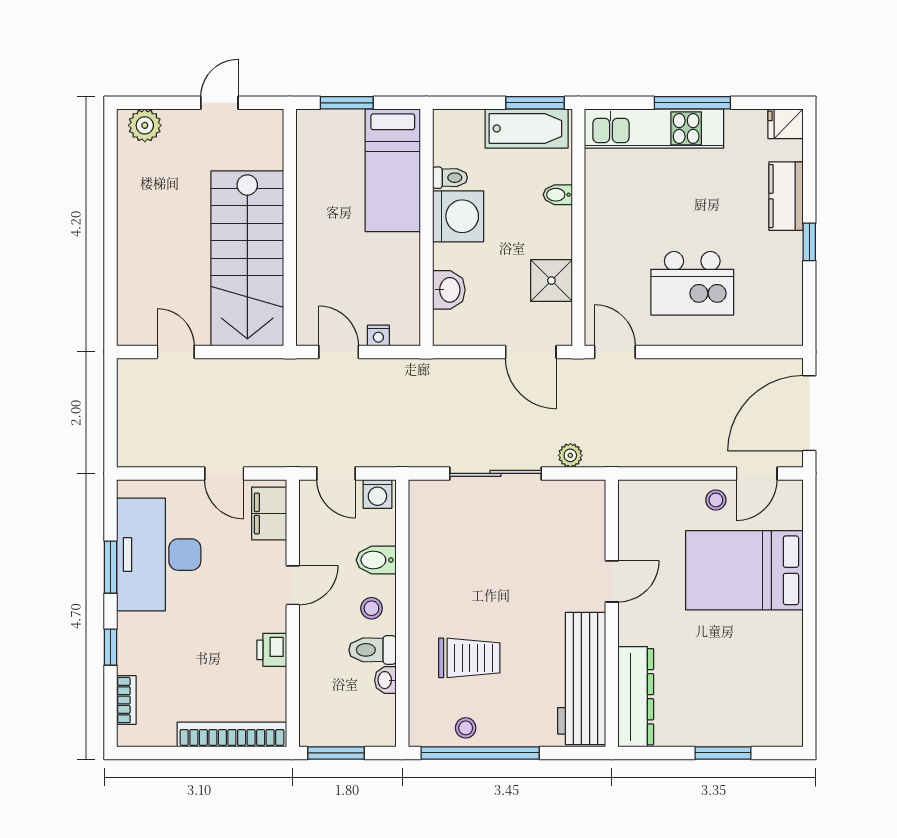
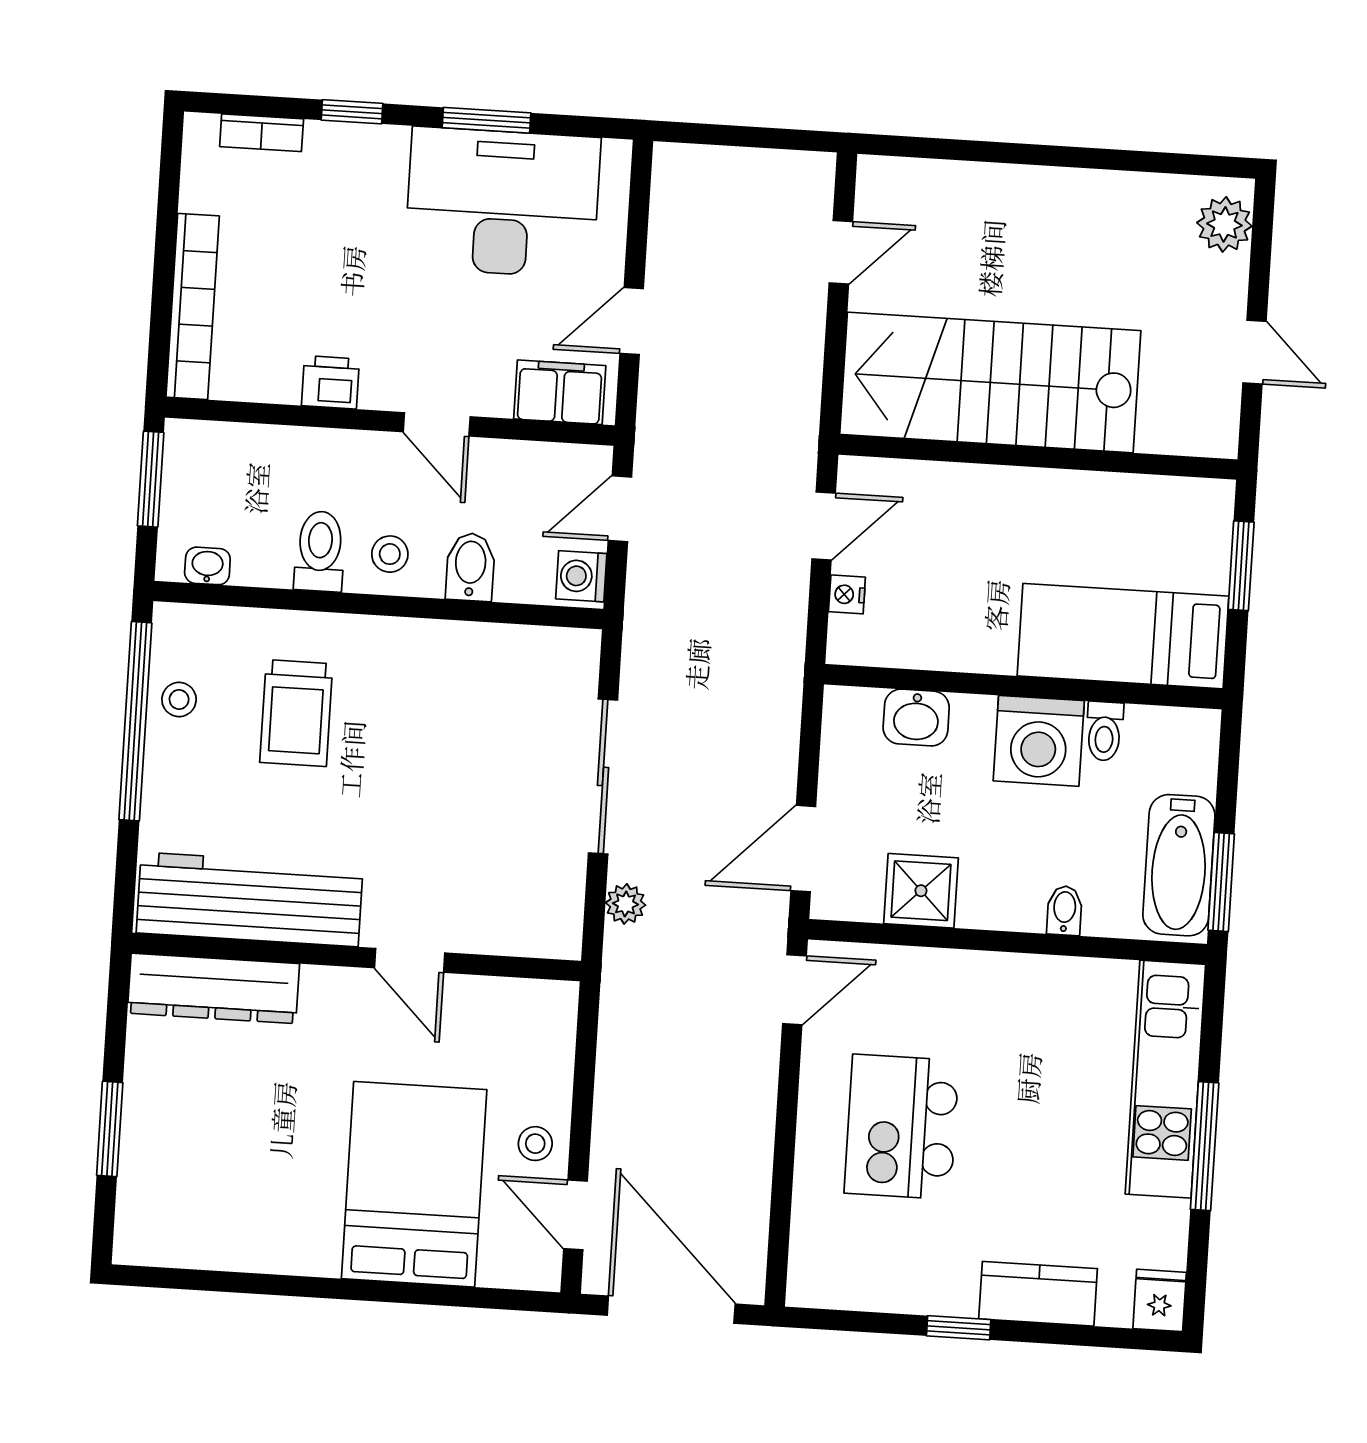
washbasin: (385, 680) -> (207, 566), moved

